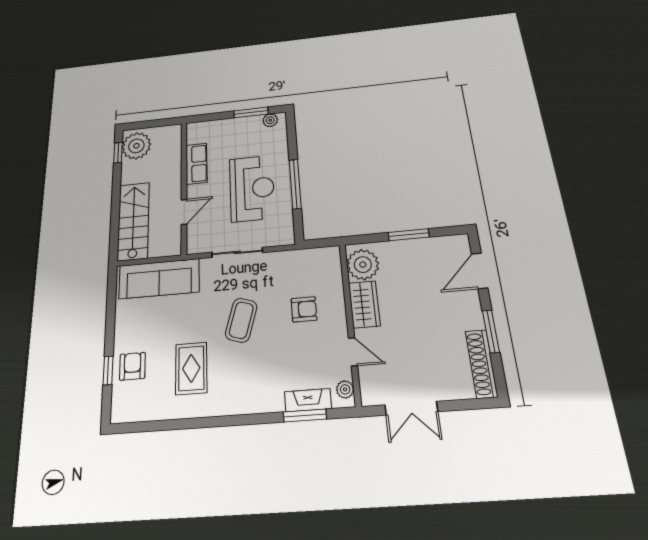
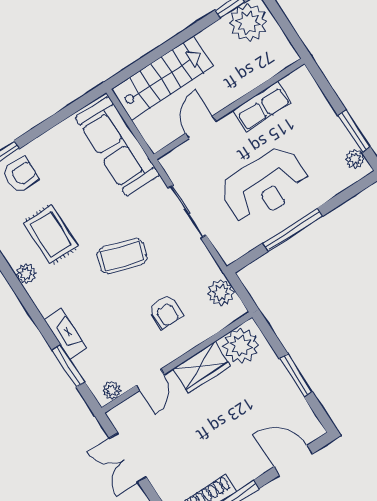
door: (184, 212) -> (201, 127), swing flipped
plant: (313, 259) -> (221, 293), added
rug: (191, 368) -> (51, 235), turned 90
fireplace: (308, 400) -> (65, 334), moved
plant: (209, 407) -> (26, 274), added

